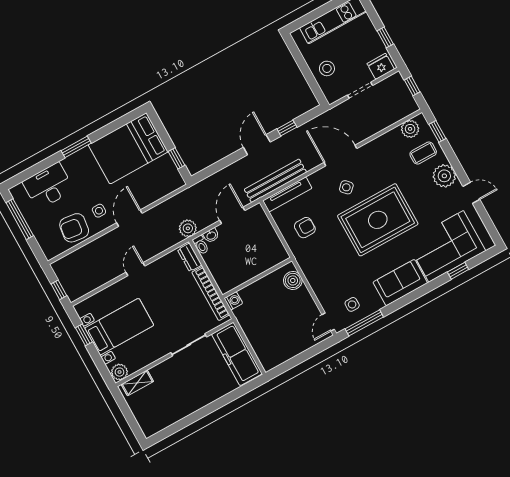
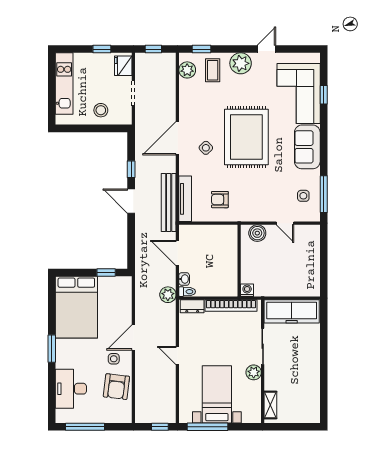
door: (129, 218) -> (133, 337), hinge flipped
armchair: (305, 228) -> (220, 200), turned -90
door: (328, 322) -> (285, 223), moved
window: (84, 335) -> (208, 427), width x2.17
plant: (119, 372) -> (254, 372), moved

